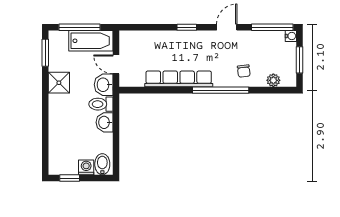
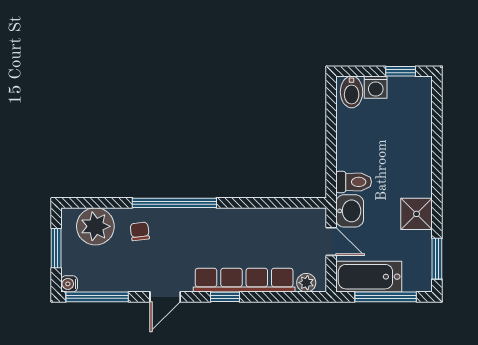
plant: (133, 37) -> (306, 283), added
row of seats: (179, 79) -> (244, 280), moved, turned 180
plant: (273, 80) -> (95, 226), width x1.87, depth x1.87
washbasin: (104, 122) -> (348, 155), removed

